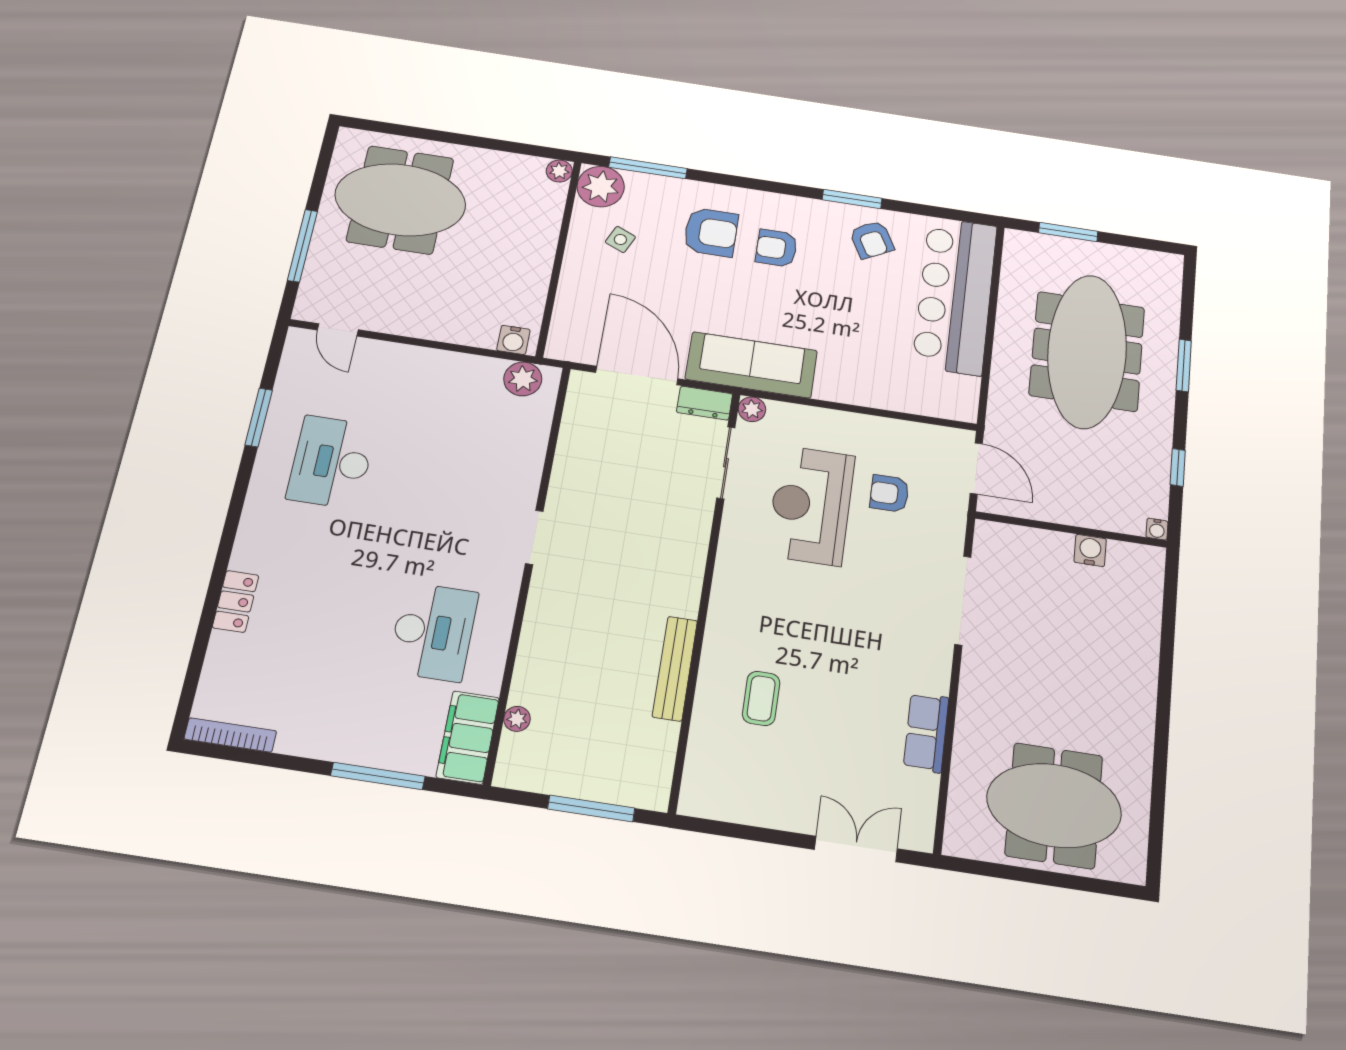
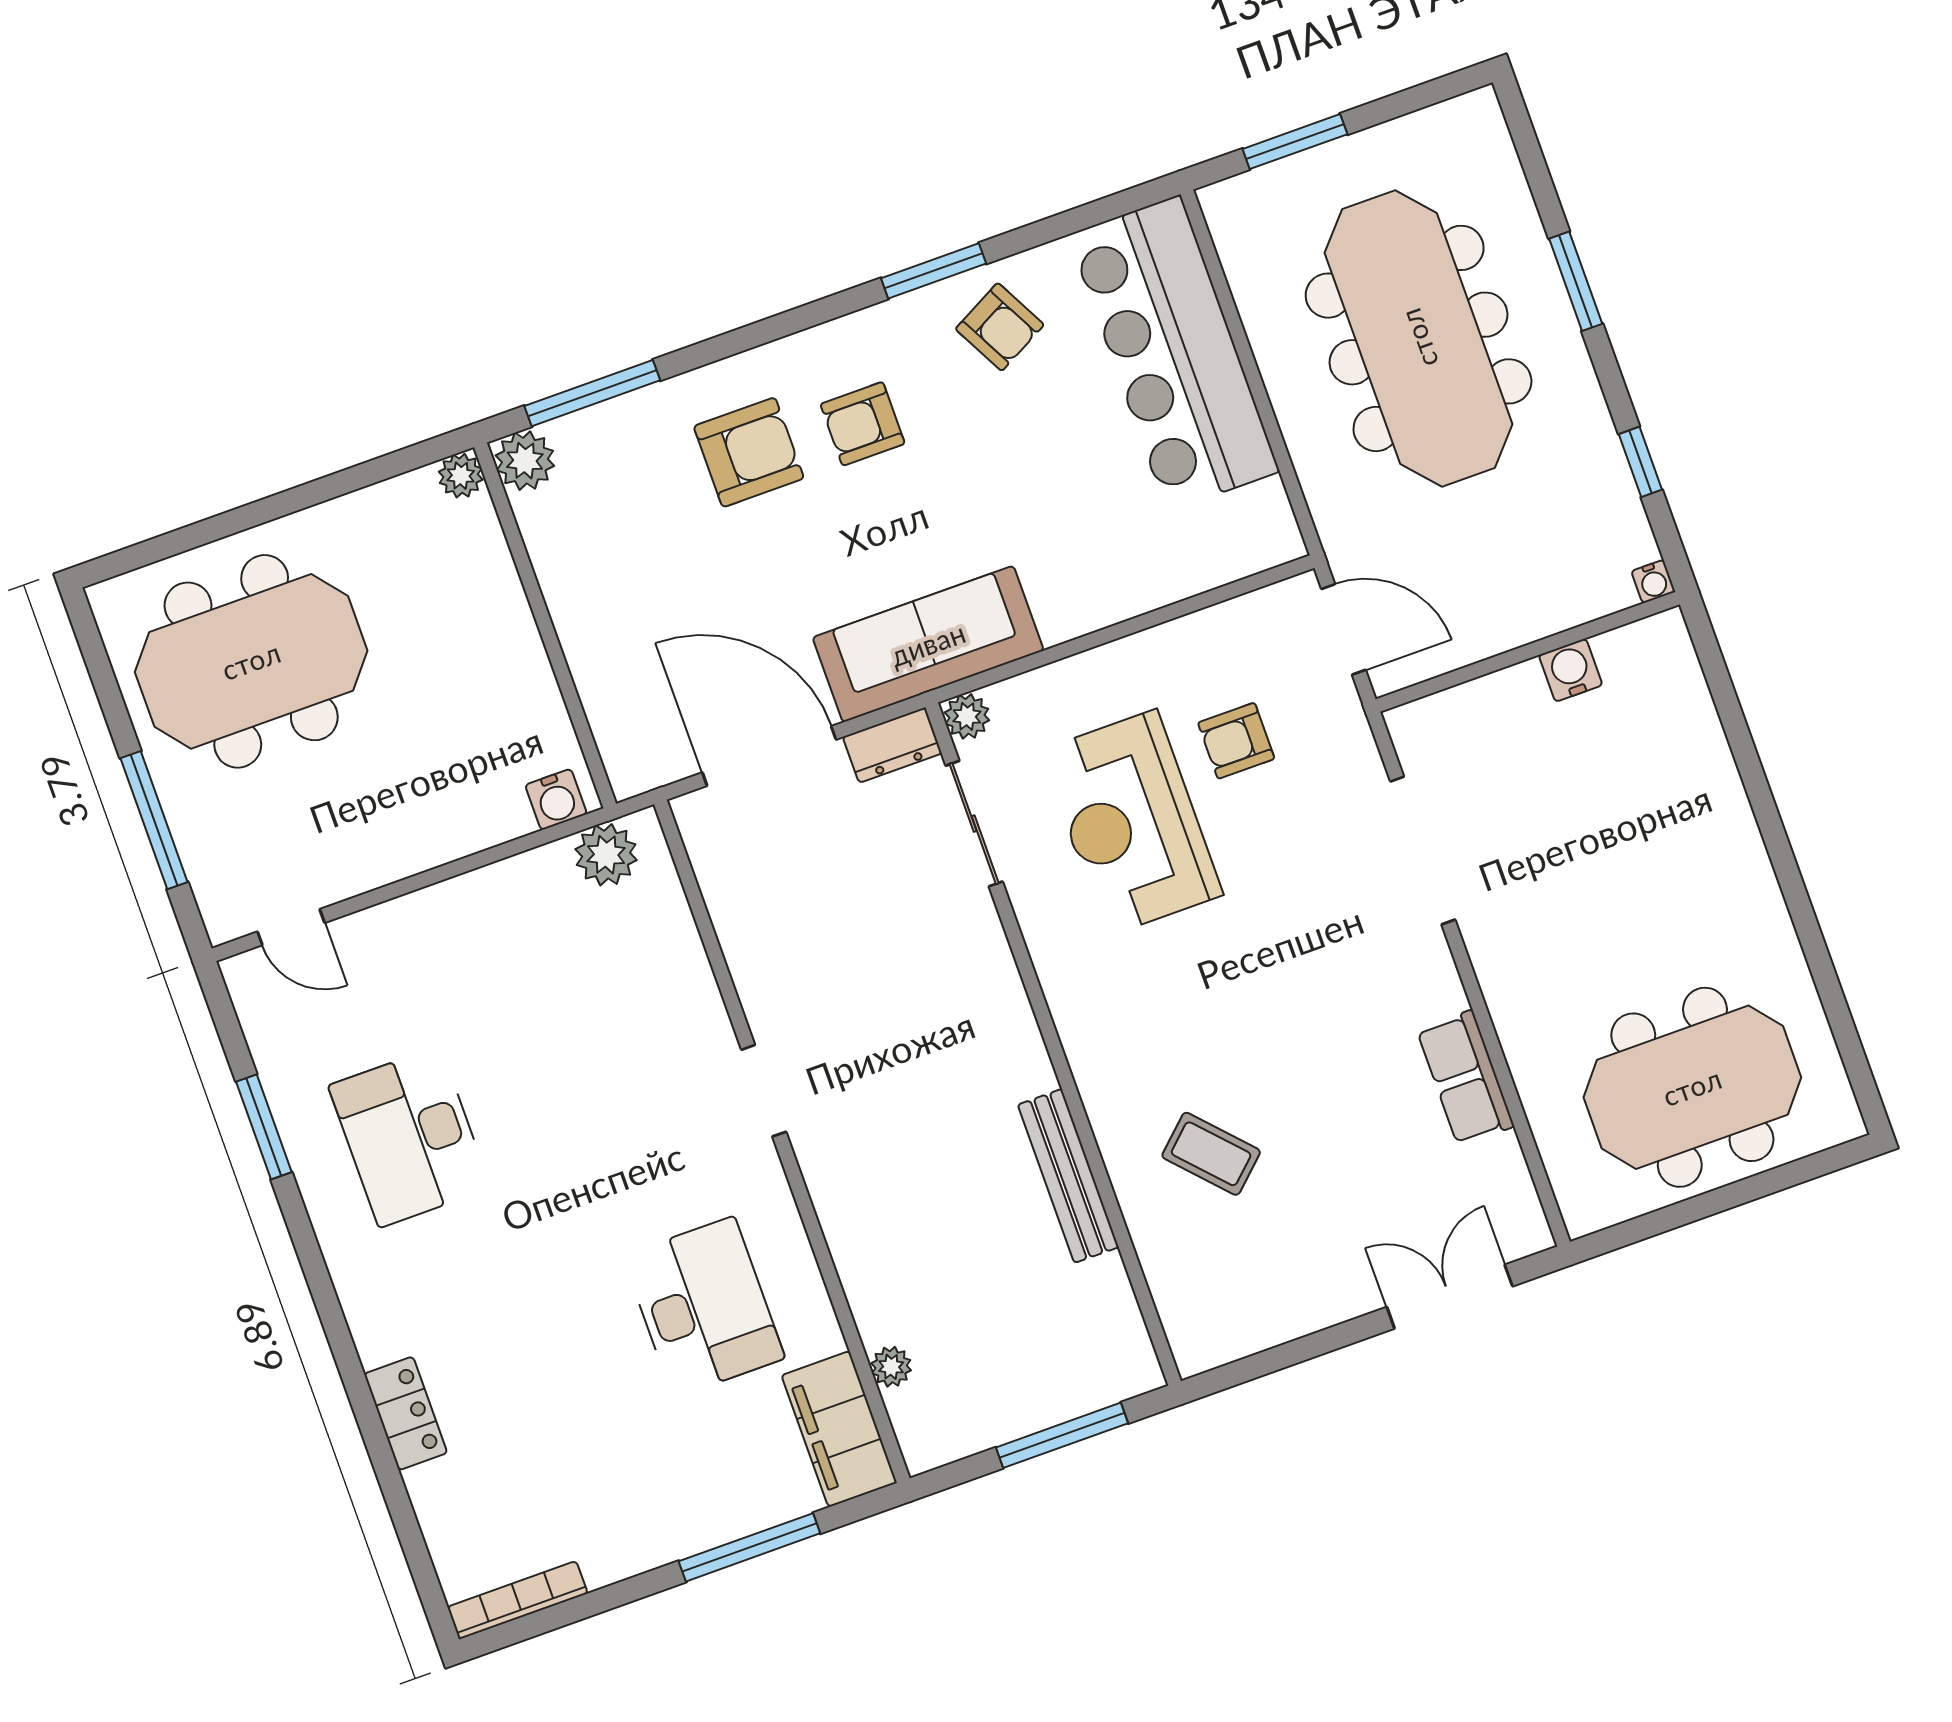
plant: (601, 187) -> (525, 461), width x0.73, depth x0.73
side table: (620, 240) -> (620, 542), removed
coffee table: (761, 698) -> (1211, 1154), turned -43

